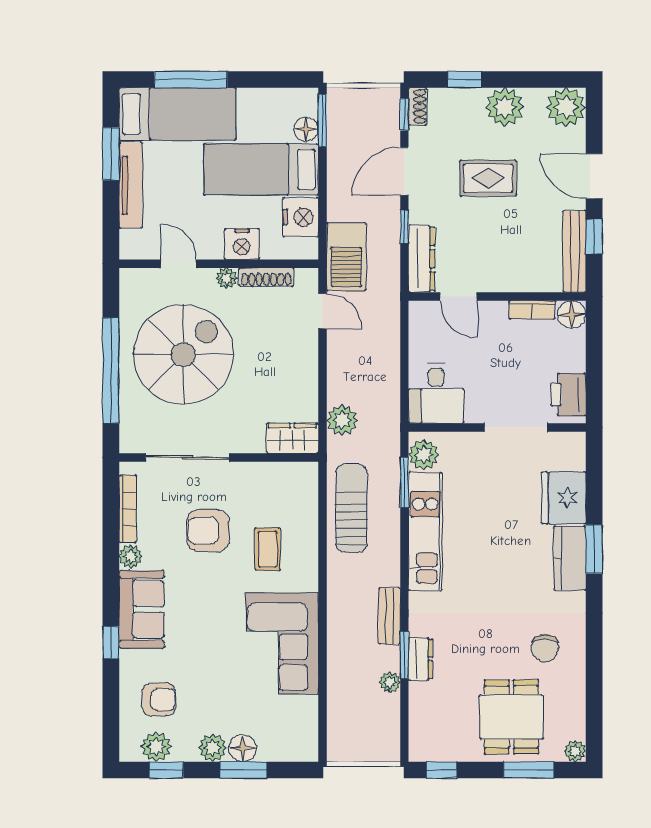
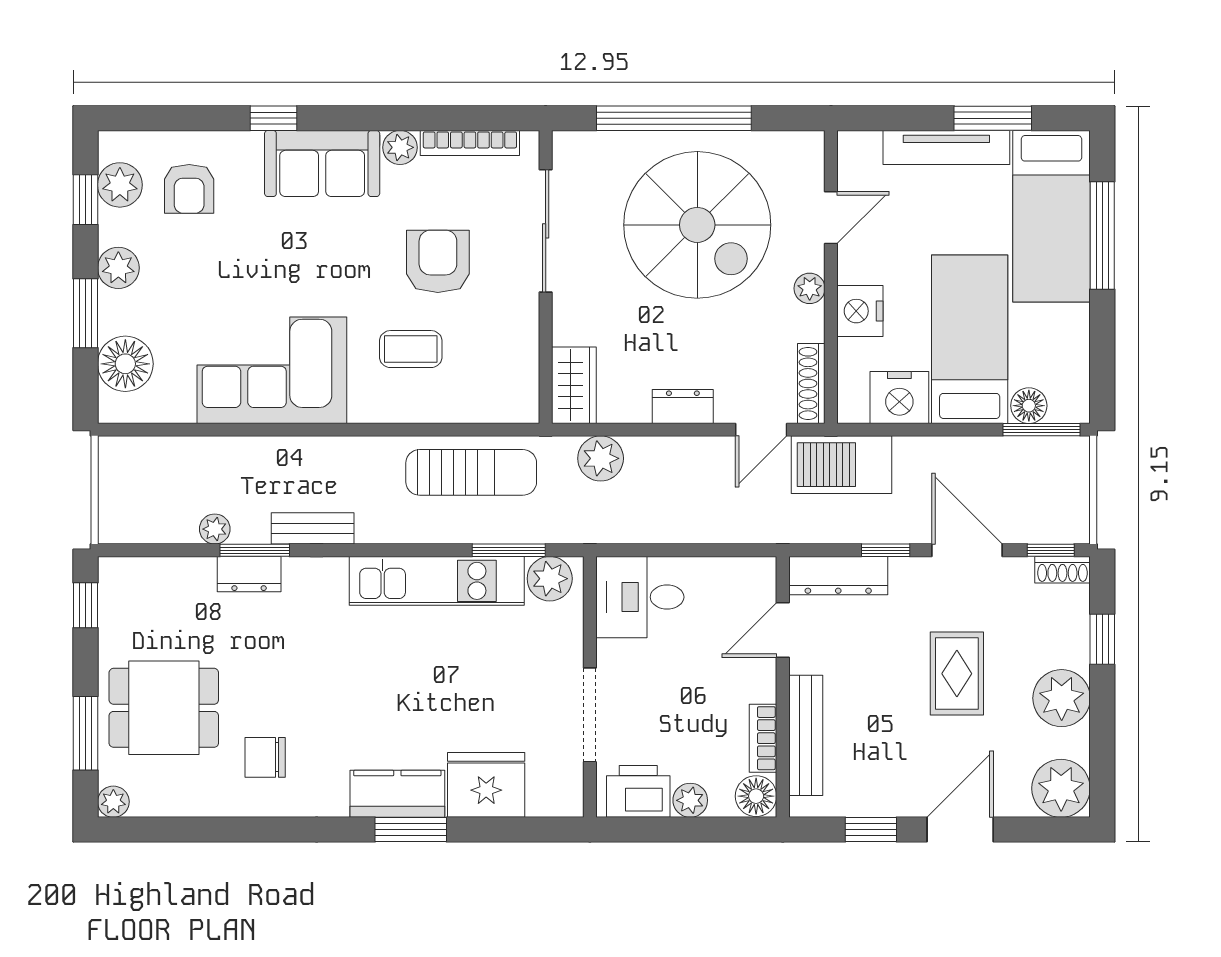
bench: (574, 251) -> (806, 735), moved, turned 90
shoe rack: (266, 277) -> (811, 383), moved
plant: (574, 359) -> (690, 800), added
dresser: (307, 364) -> (683, 407), added
floor lamp: (243, 748) -> (125, 364), moved, width x1.38, depth x1.38

